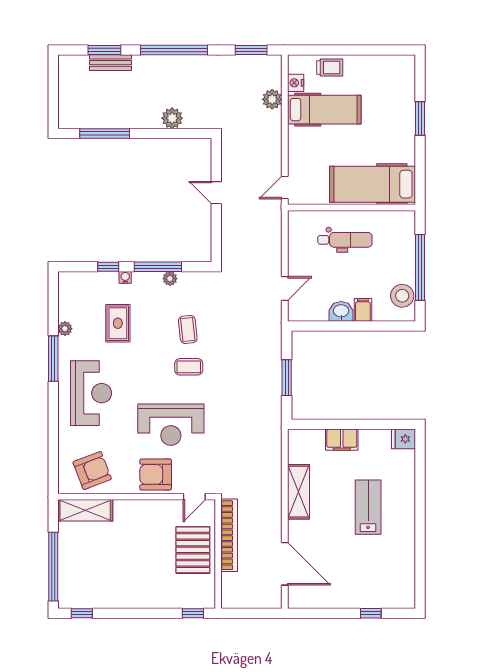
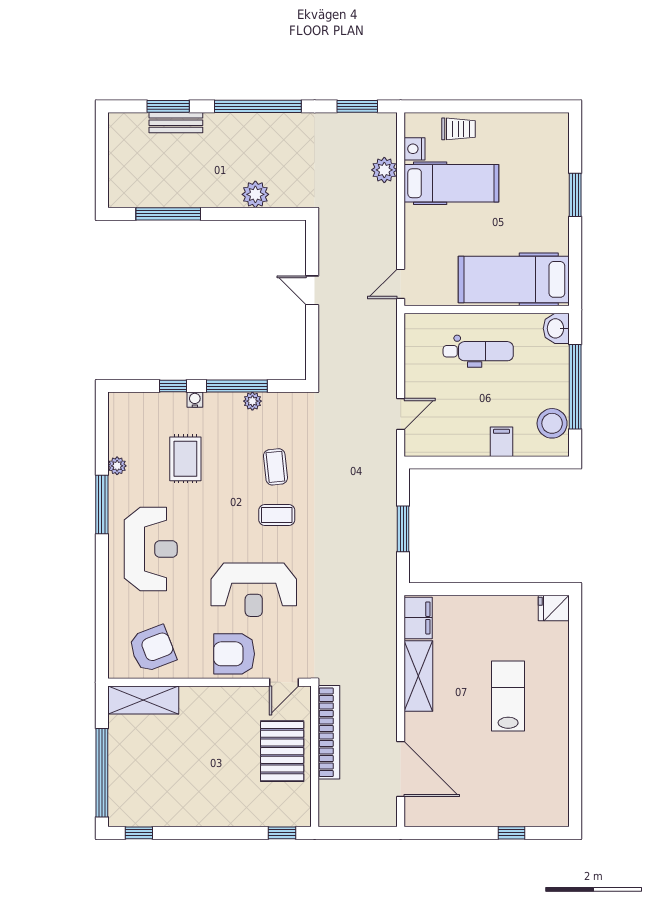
washbasin: (341, 311) -> (556, 328), moved, turned -90
filing cabinet: (342, 440) -> (418, 618), moved, turned -90

